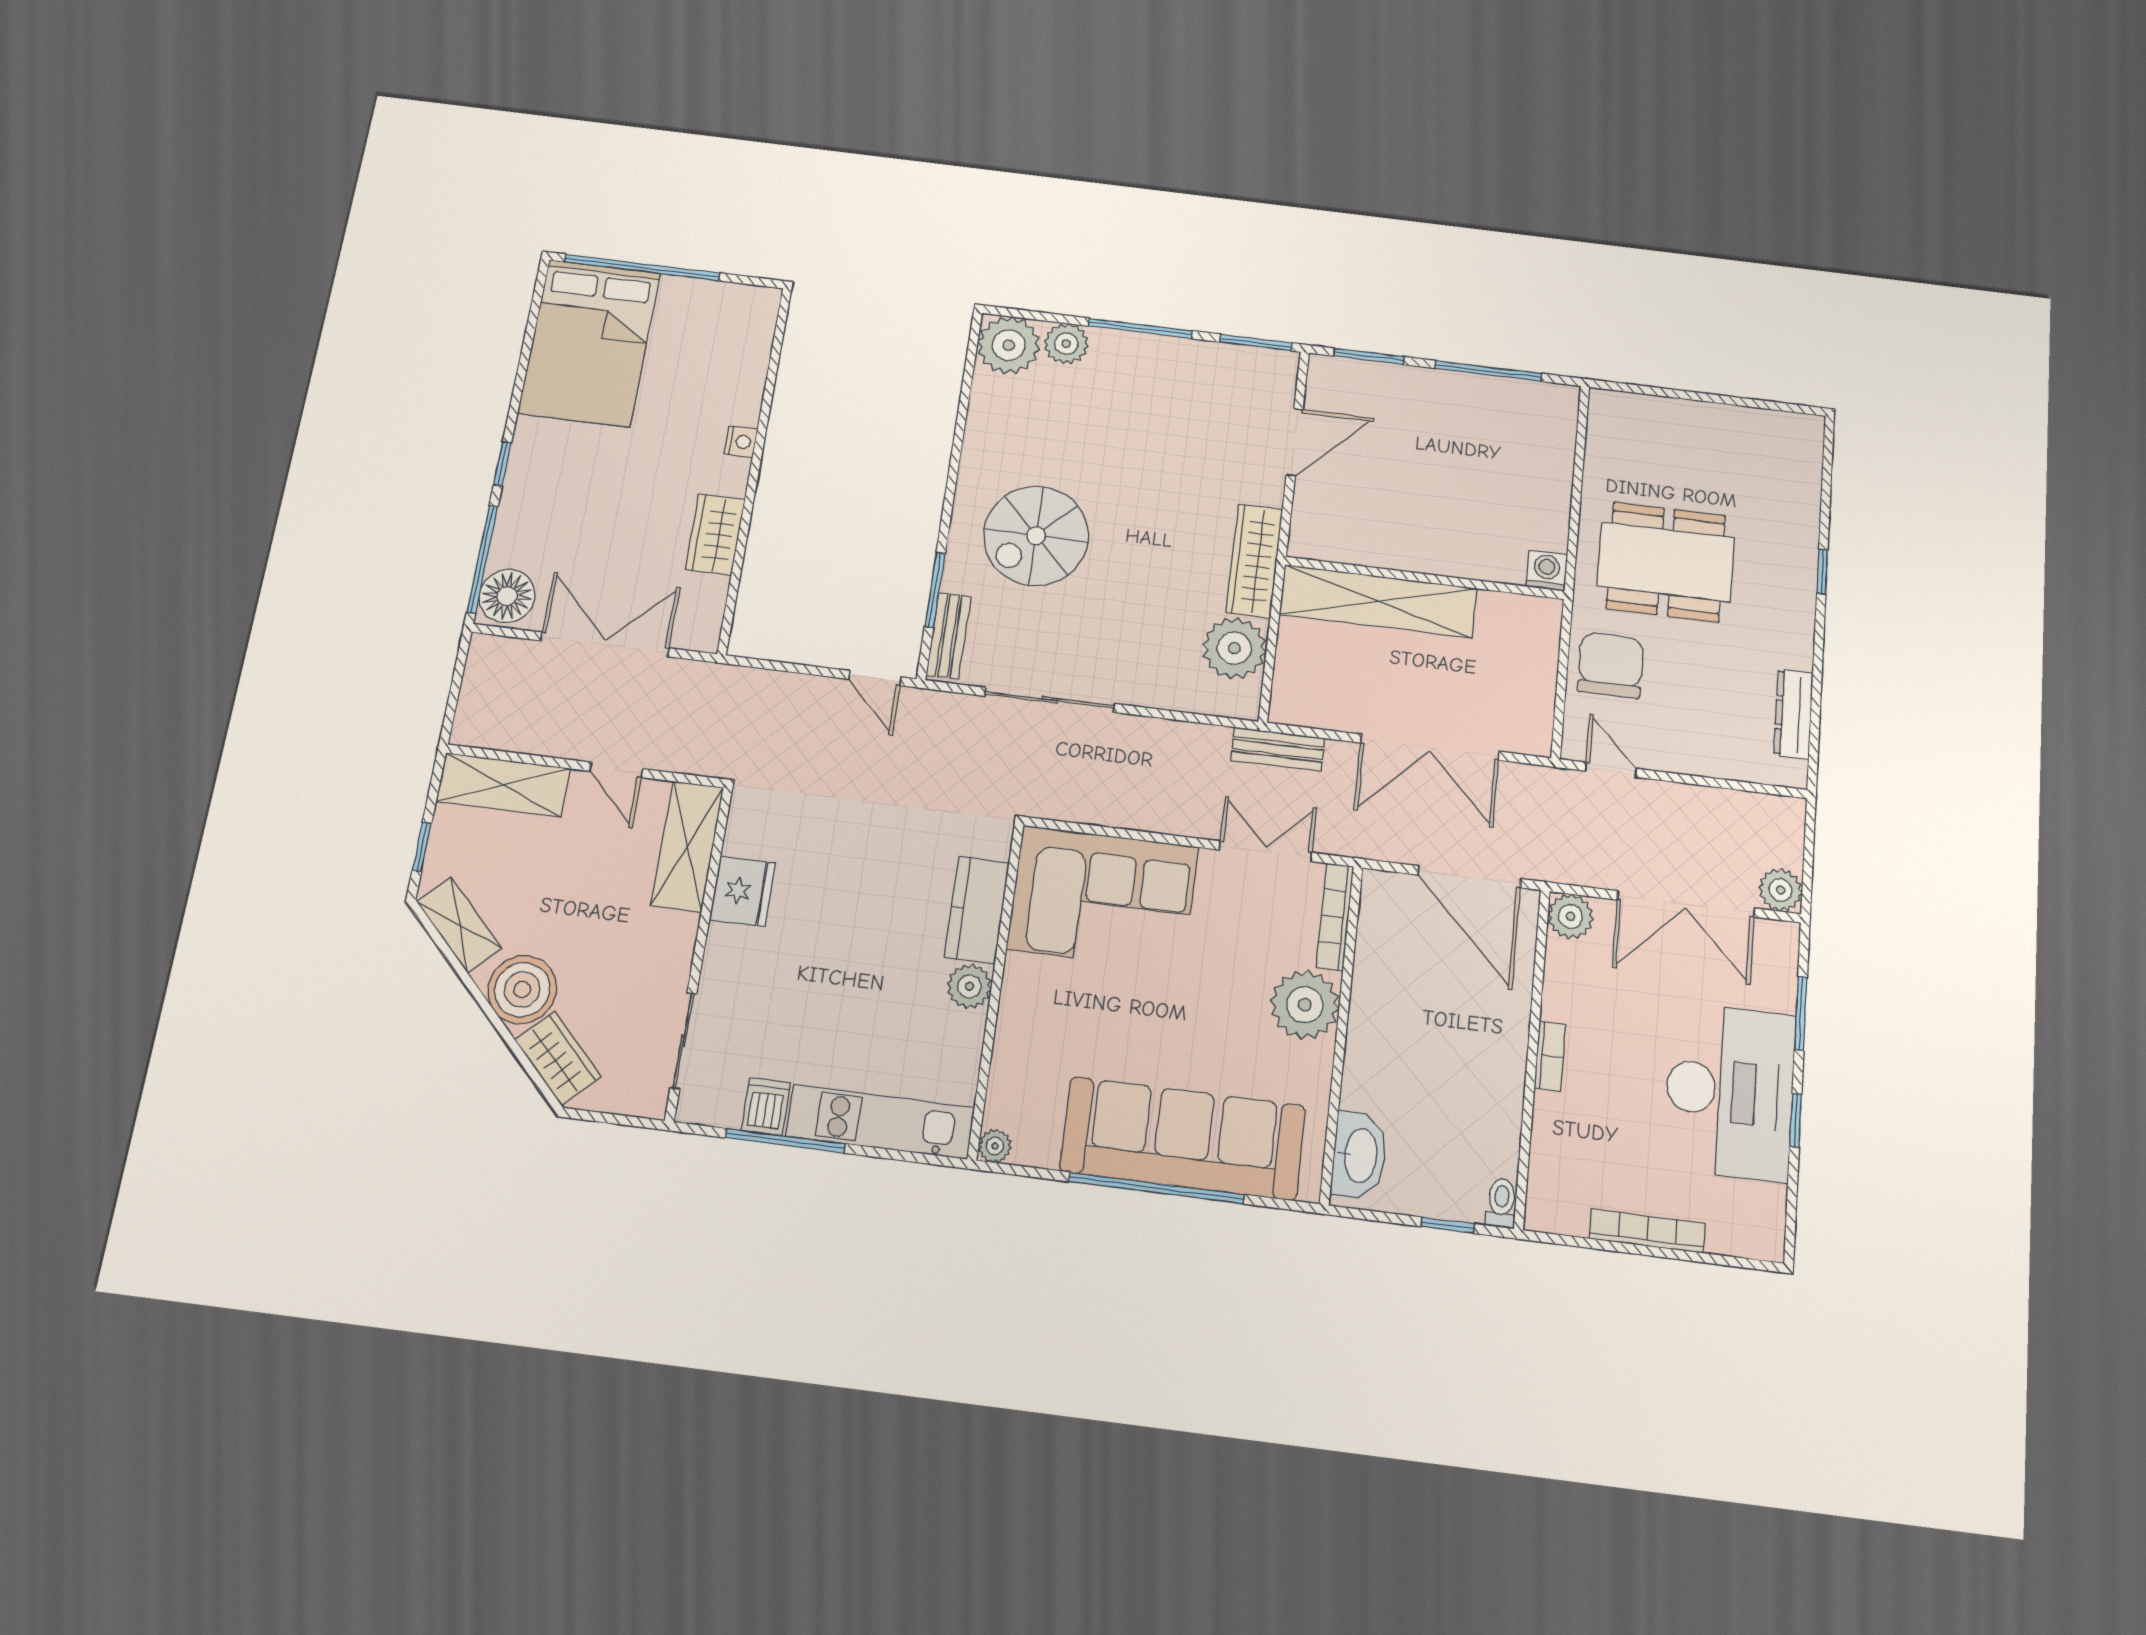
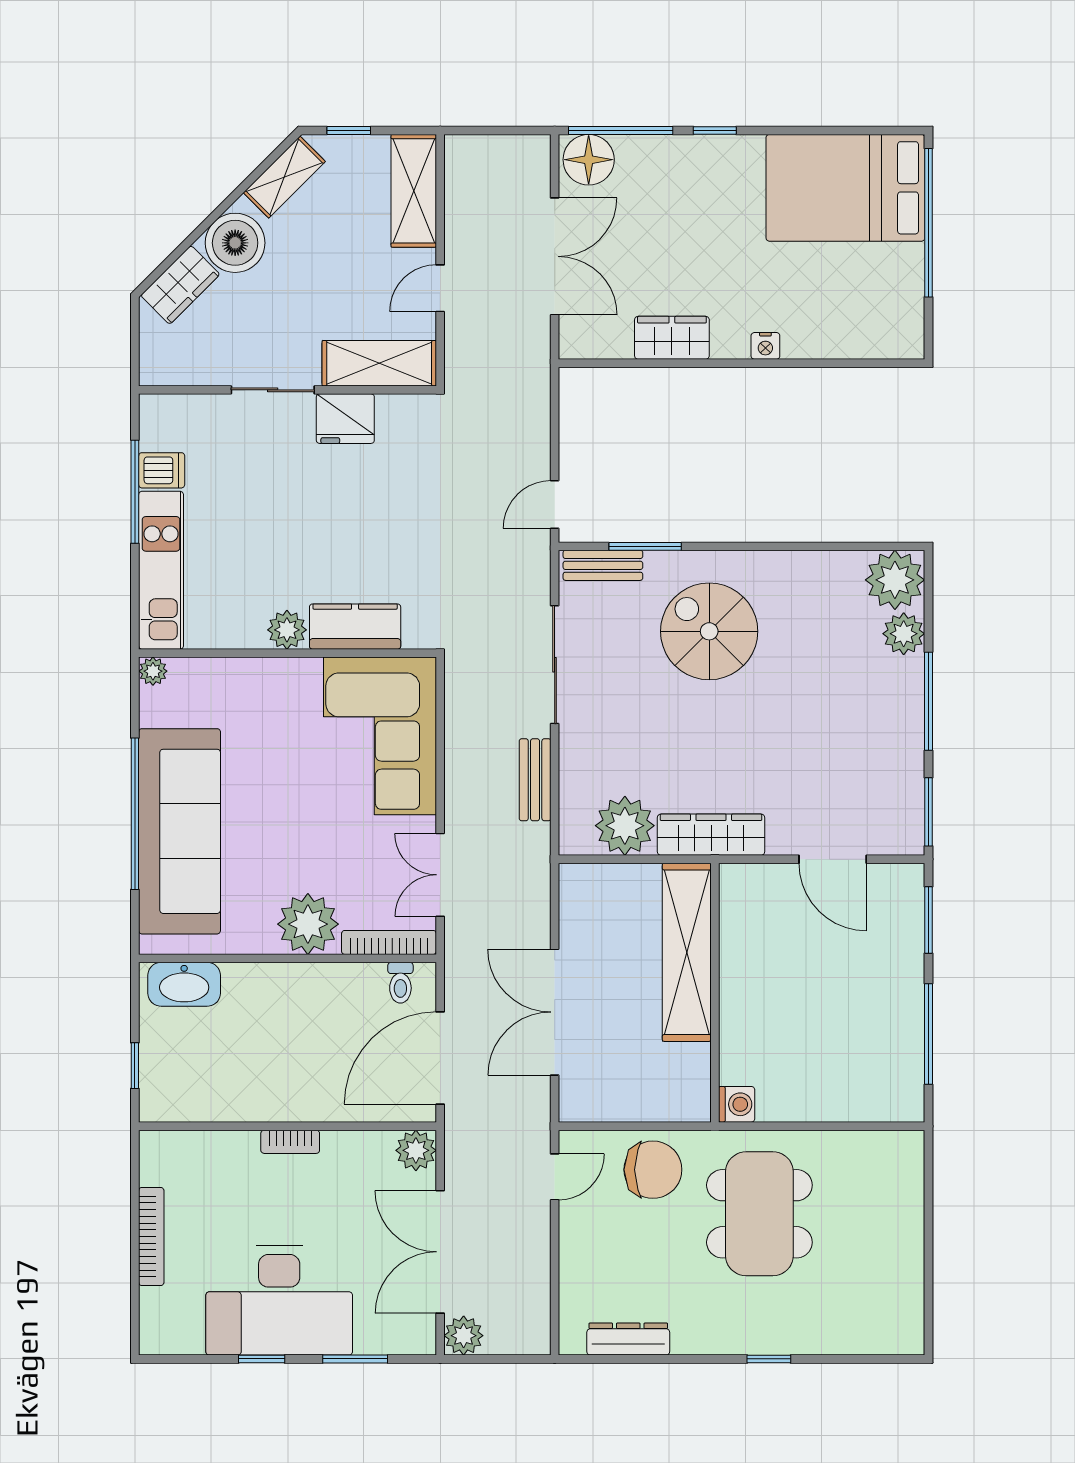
bench: (1278, 749) -> (535, 780), moved
double door: (1266, 851) -> (440, 875), swing flipped
sliding door: (683, 1041) -> (273, 390), moved
toilet: (1501, 1203) -> (400, 983), moved, turned 90

